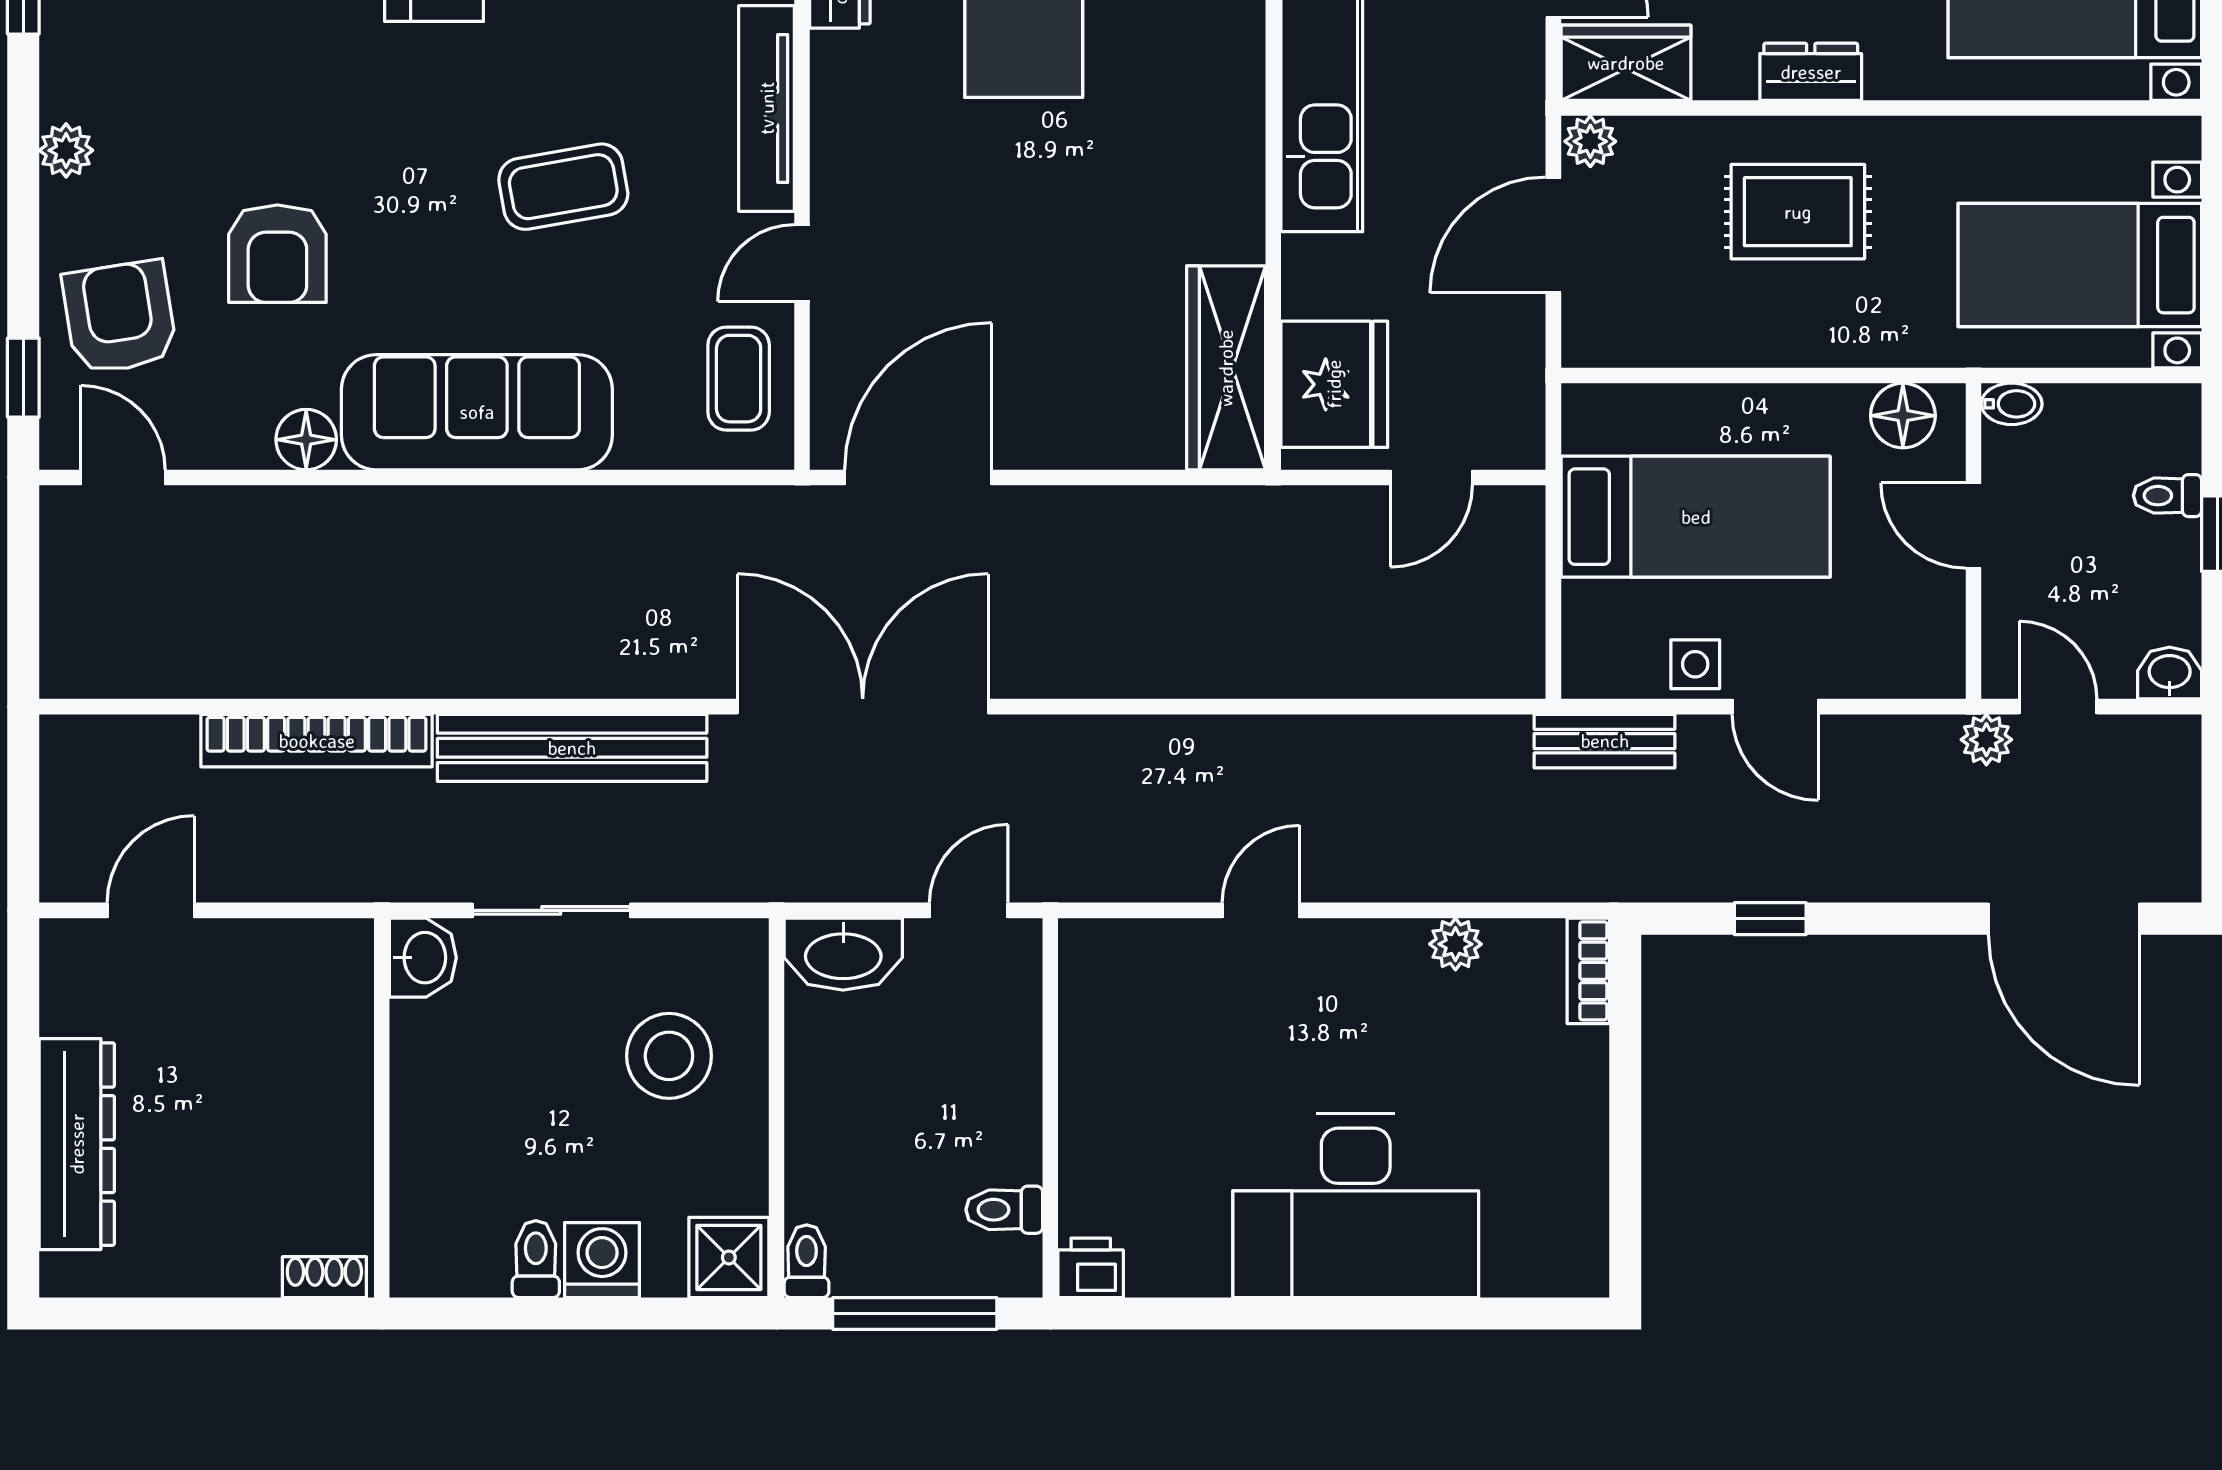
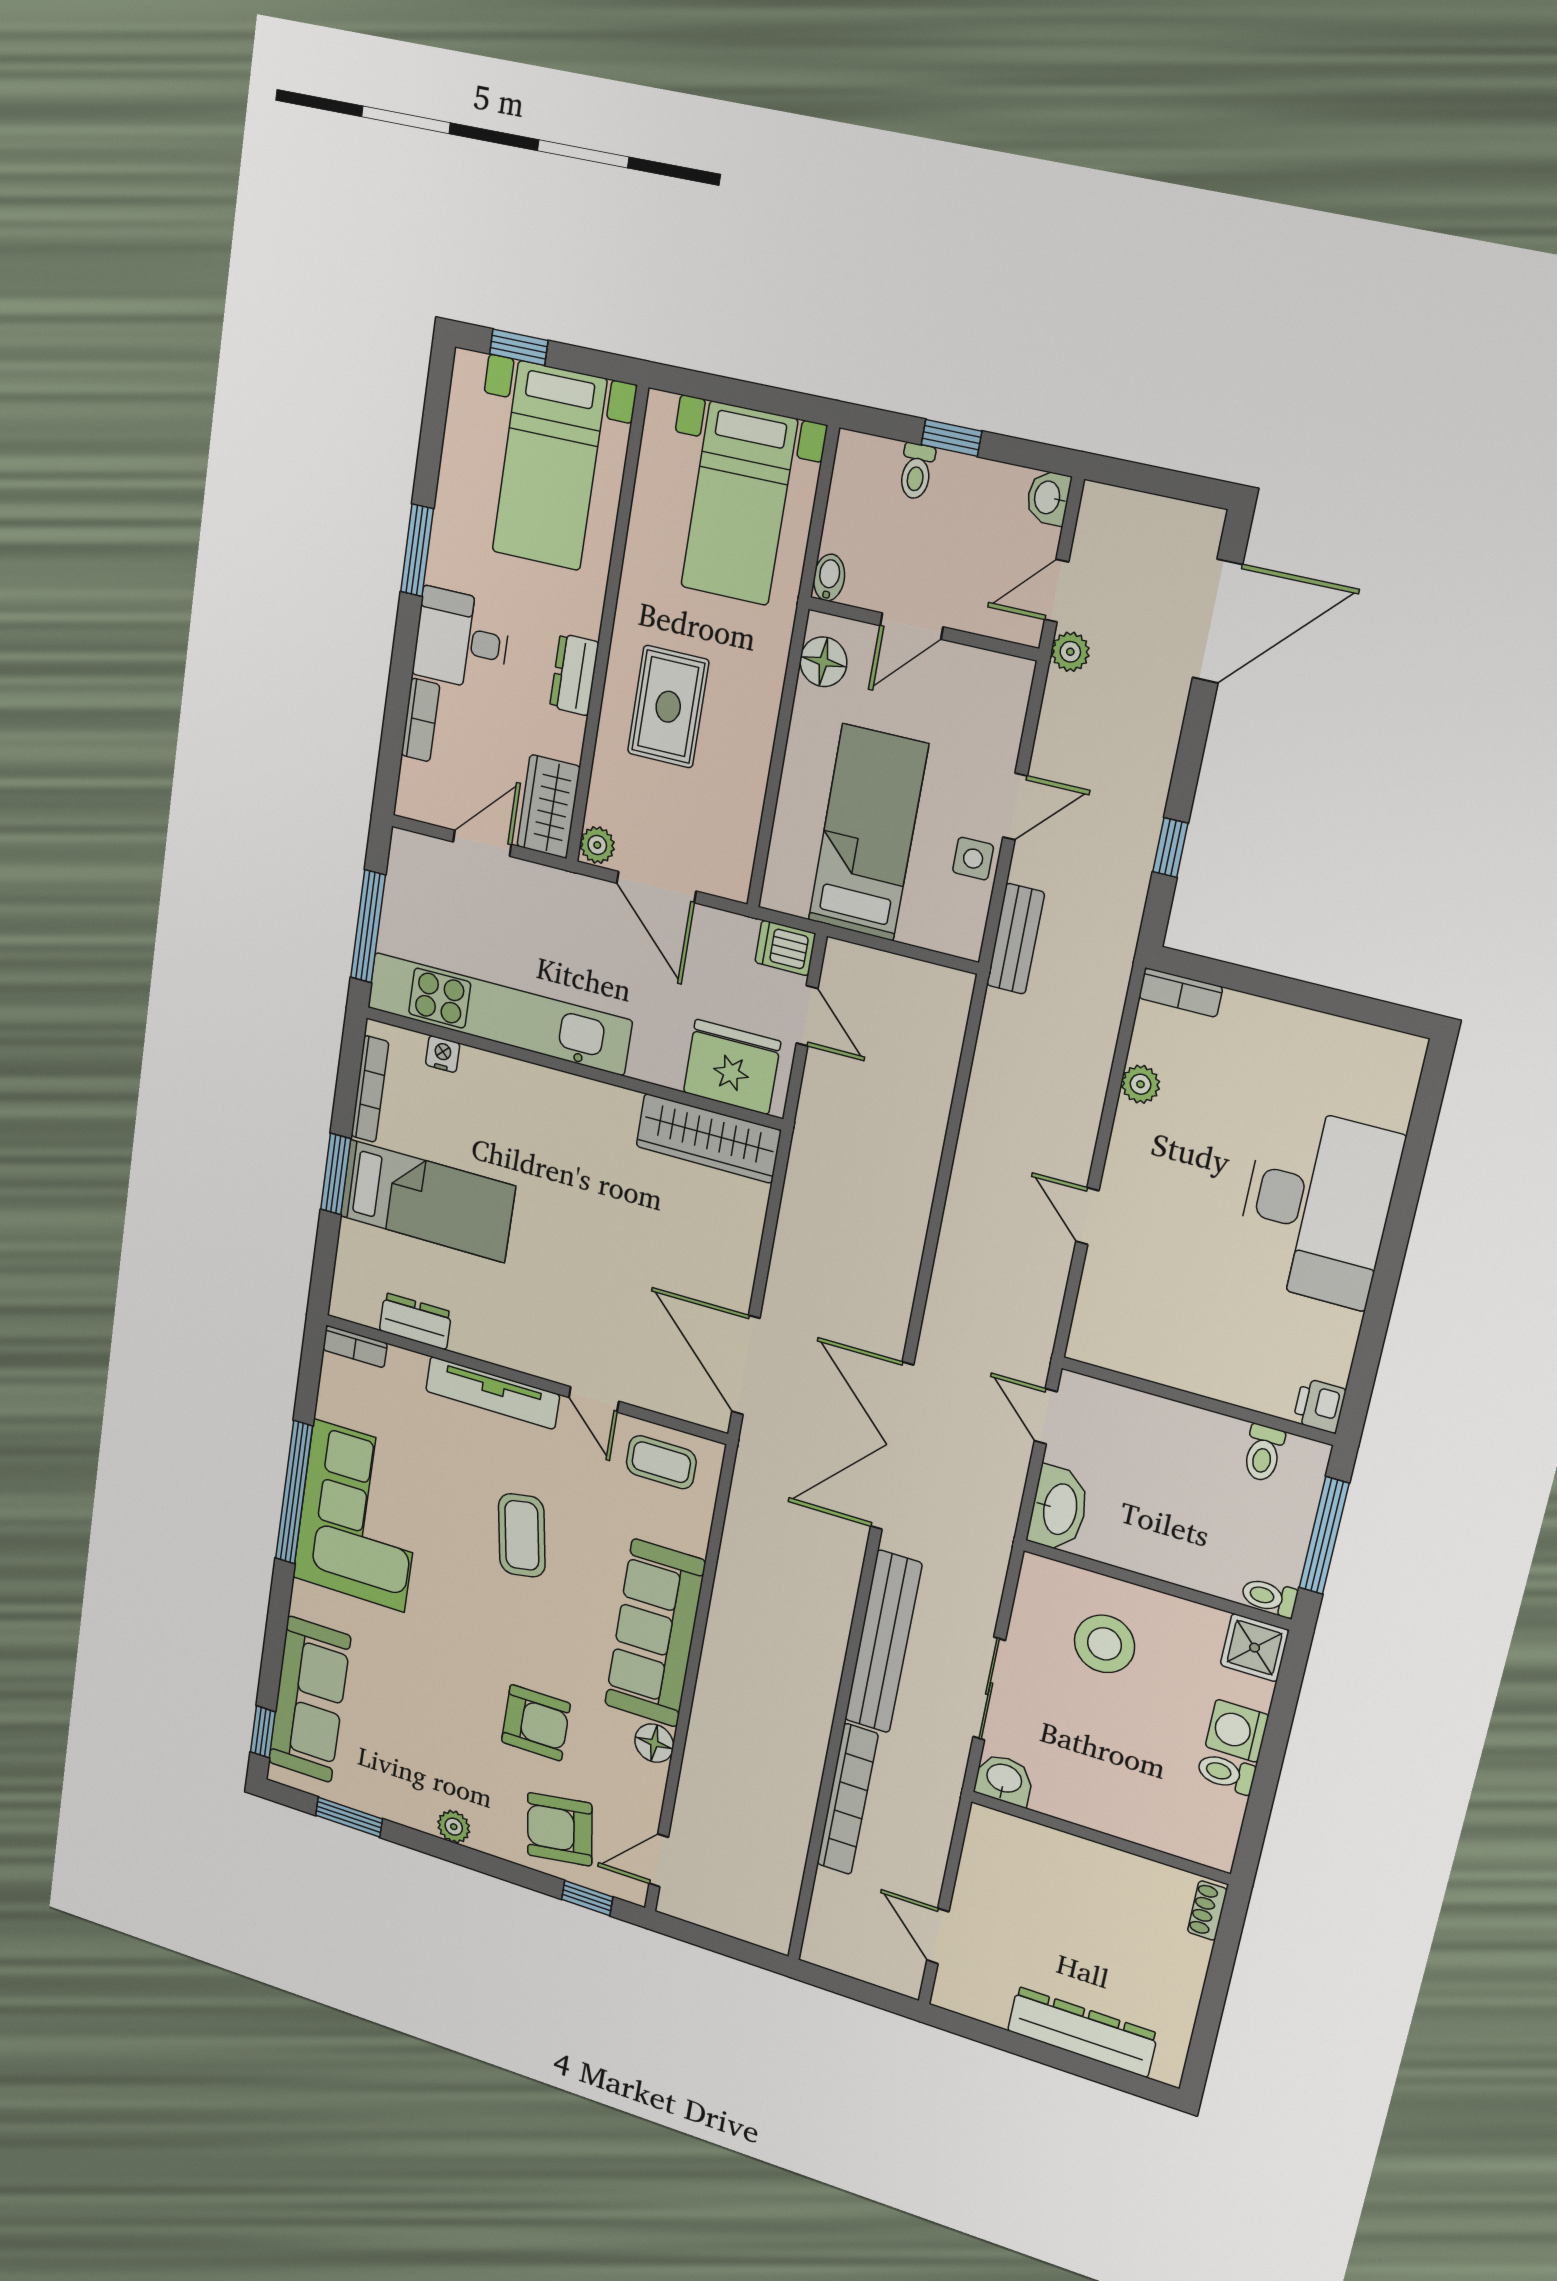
dishwasher: (1515, 431) -> (785, 948), added

